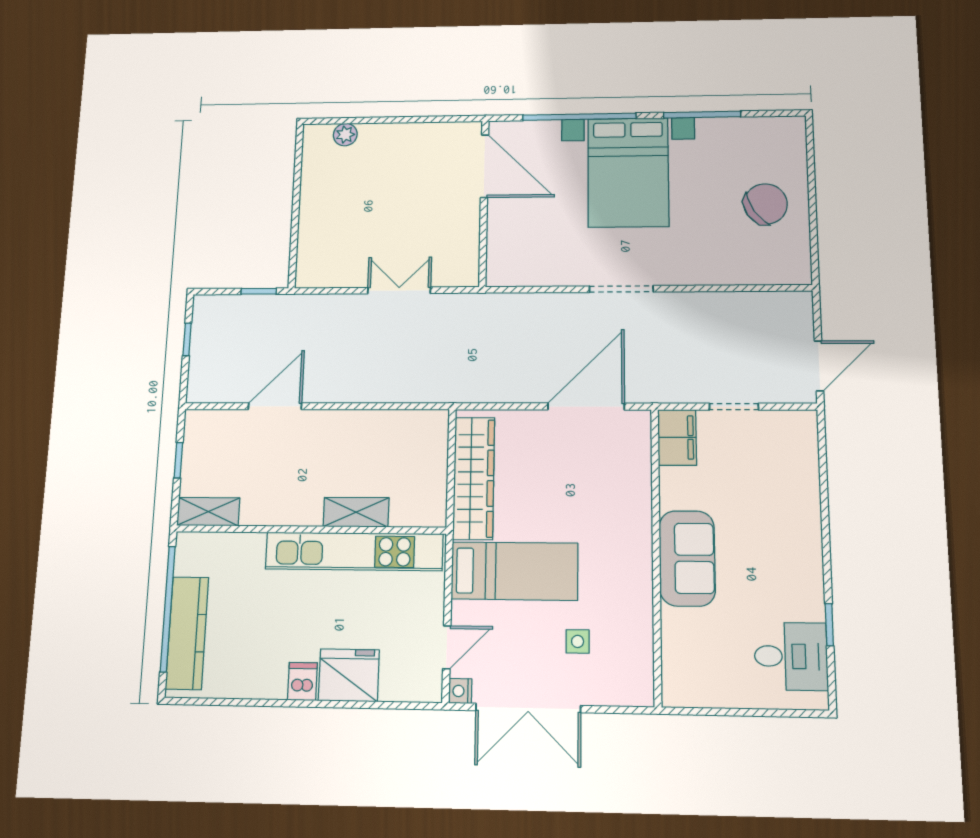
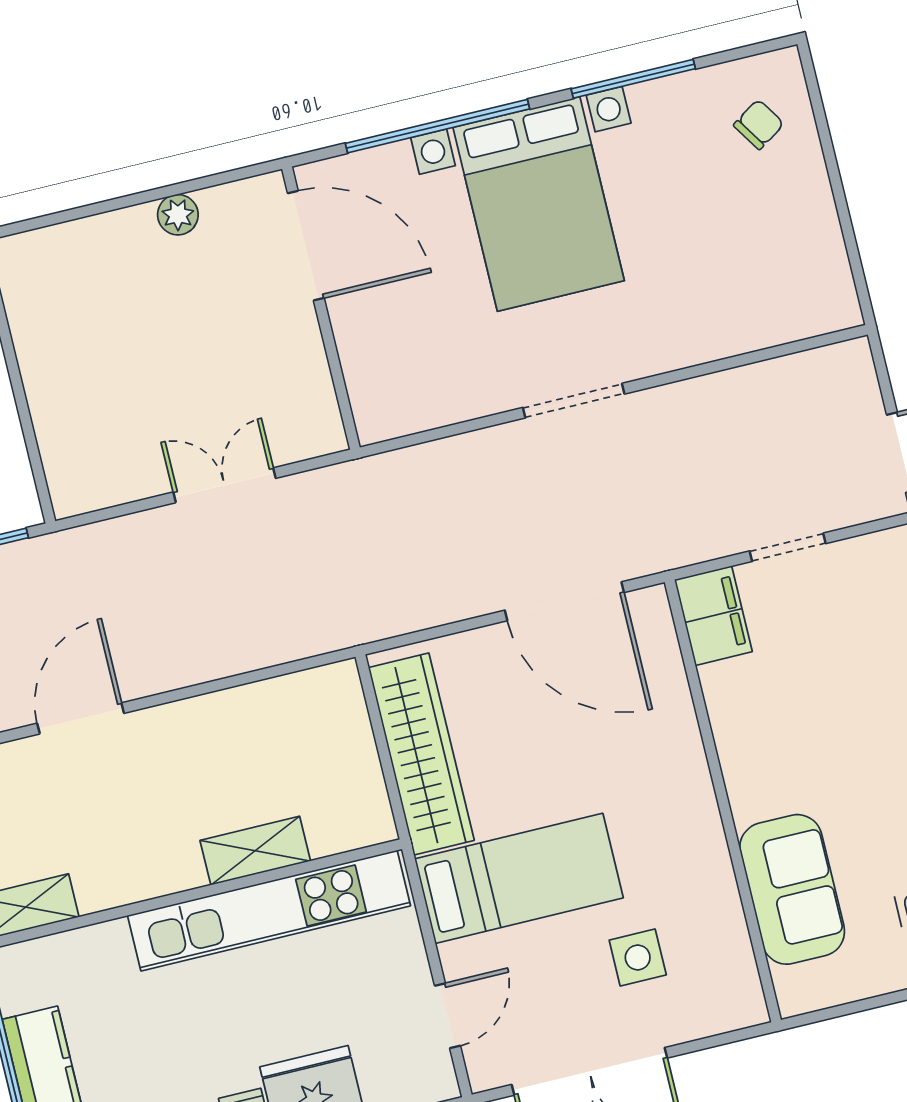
plant: (345, 135) -> (178, 215), moved
chair: (765, 204) -> (759, 124), moved, width x0.54, depth x0.54
door: (586, 407) -> (564, 601), swing flipped
sofa: (687, 558) -> (792, 889), moved
side table: (578, 641) -> (638, 957), width x1.37, depth x1.37
nightstand: (460, 691) -> (484, 1073), removed

